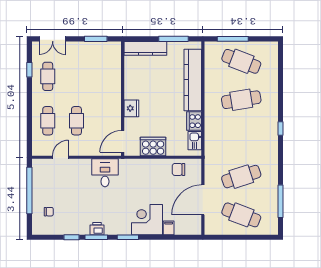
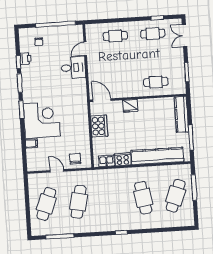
cafe table: (76, 121) -> (156, 82), moved
door: (61, 157) -> (85, 49), swing flipped
chair: (179, 169) -> (75, 159), moved
desk: (105, 173) -> (73, 68), moved
cafe table: (241, 177) -> (79, 202), turned 30
door: (203, 200) -> (57, 171), width x0.53
corner desk: (147, 220) -> (42, 120), width x1.36, depth x1.36
printer: (97, 229) -> (26, 59), moved

